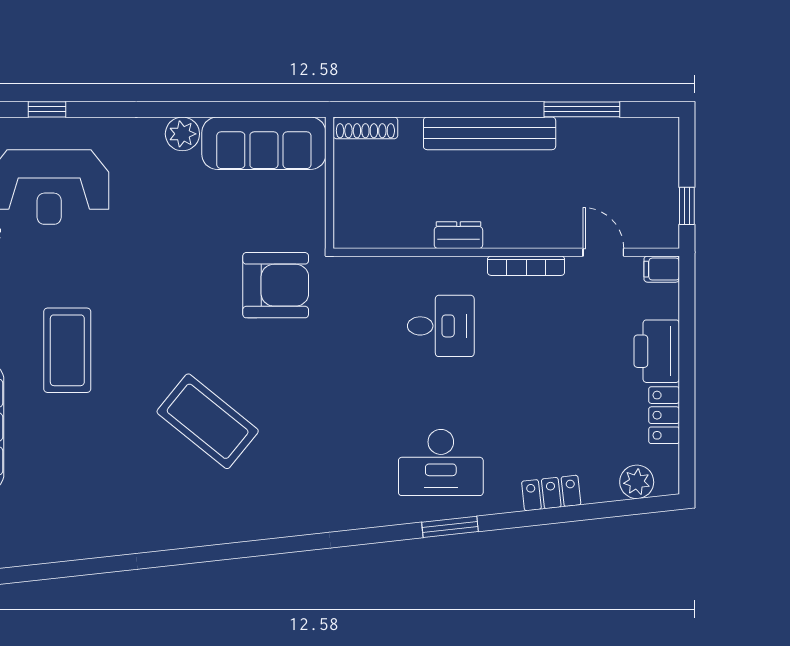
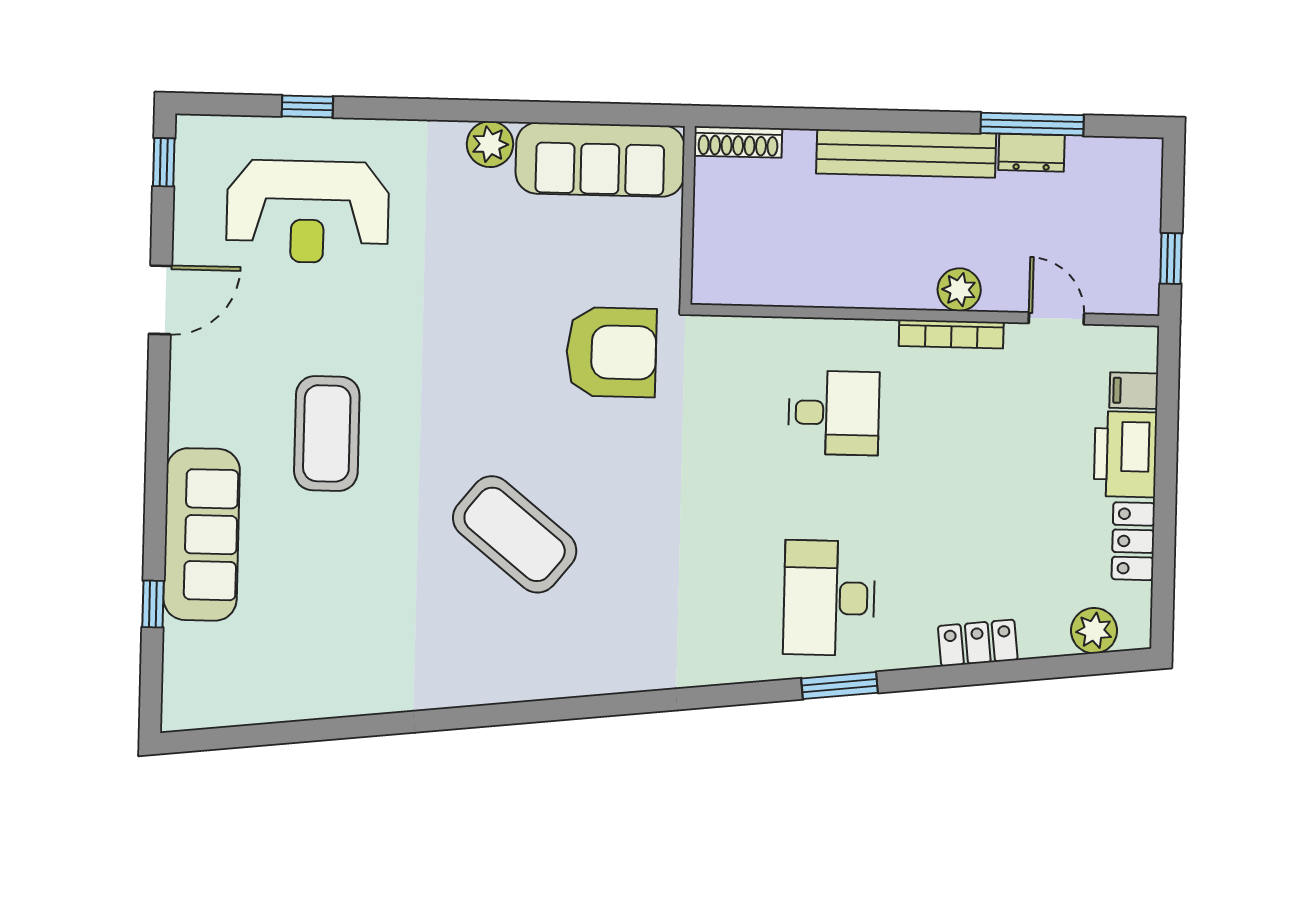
plant: (531, 233) -> (959, 290), added
dresser: (458, 235) -> (1031, 153), moved, turned 180
filing cabinet: (662, 269) -> (1134, 391), moved
desk: (441, 462) -> (829, 598), turned 90

